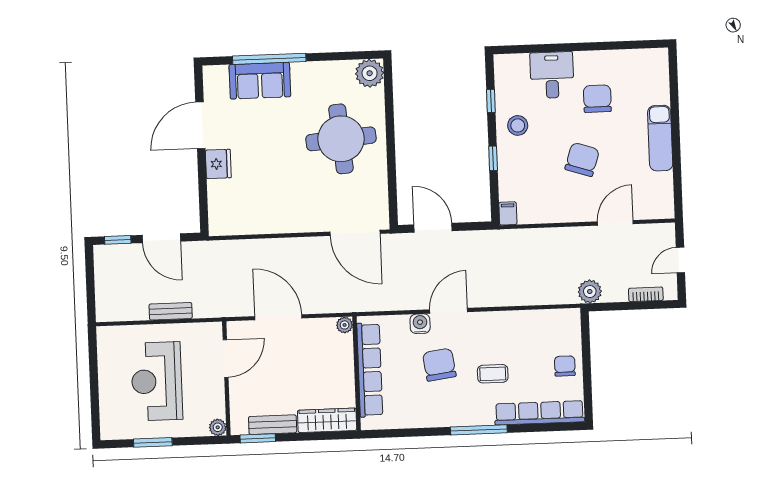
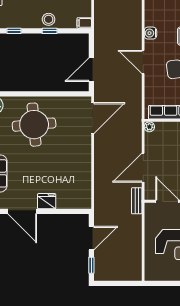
stool: (518, 125) -> (49, 19), moved
bench: (171, 311) -> (137, 201), moved
water cooler: (420, 324) -> (150, 33), moved

